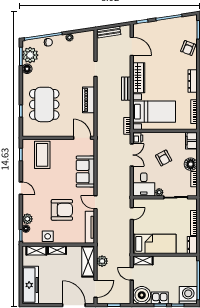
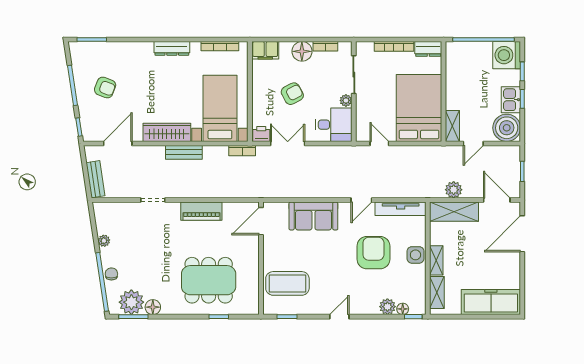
armchair: (188, 48) -> (105, 87), moved
side table: (48, 236) -> (415, 255), moved
bed: (154, 244) -> (419, 108), width x1.50

